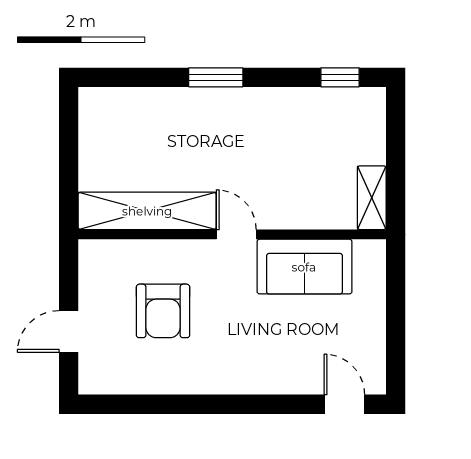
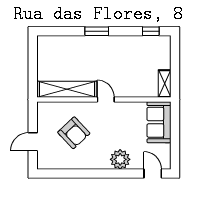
sofa: (304, 267) -> (159, 122), moved, turned 90
armchair: (163, 311) -> (74, 133), turned -43
plant: (269, 372) -> (120, 159), added

